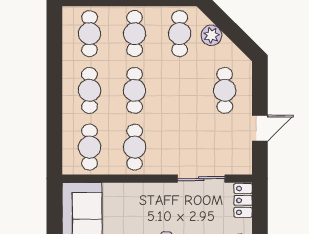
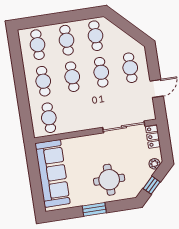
plant: (211, 35) -> (116, 34), removed
cafe table: (135, 147) -> (101, 72), moved
sliding door: (201, 179) -> (124, 127), width x1.37

